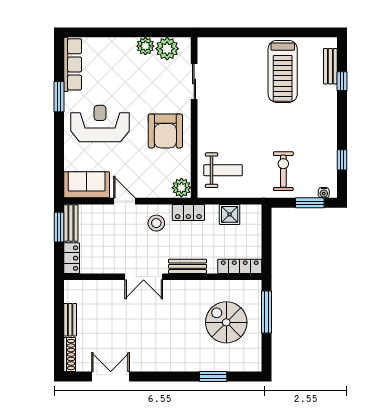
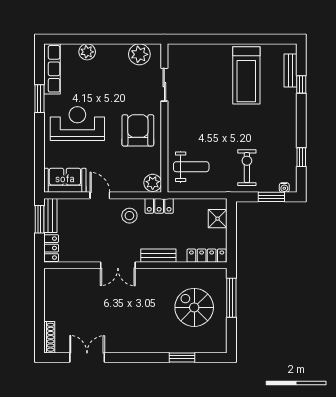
plant: (145, 46) -> (87, 52), moved
armchair: (165, 131) -> (138, 130), turned 180
shower: (230, 214) -> (218, 219), moved
bench: (70, 320) -> (50, 305), removed

